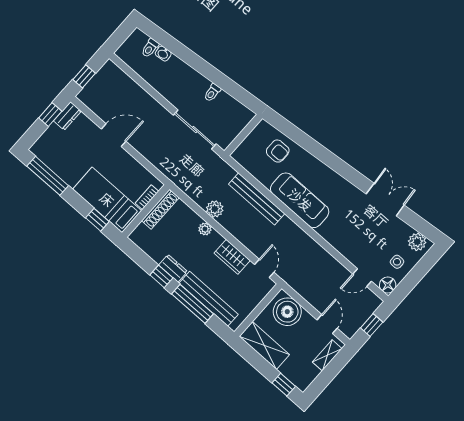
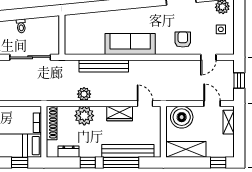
armchair: (278, 151) -> (183, 40), moved, turned -90
plant: (205, 229) -> (84, 116), width x1.88, depth x1.88
dresser: (173, 268) -> (69, 152), moved
floor lamp: (388, 285) -> (228, 48), removed

